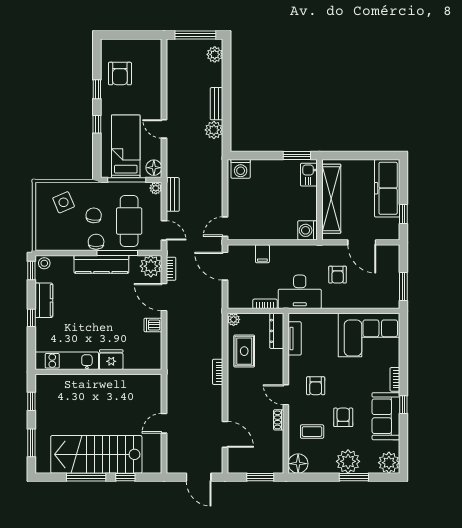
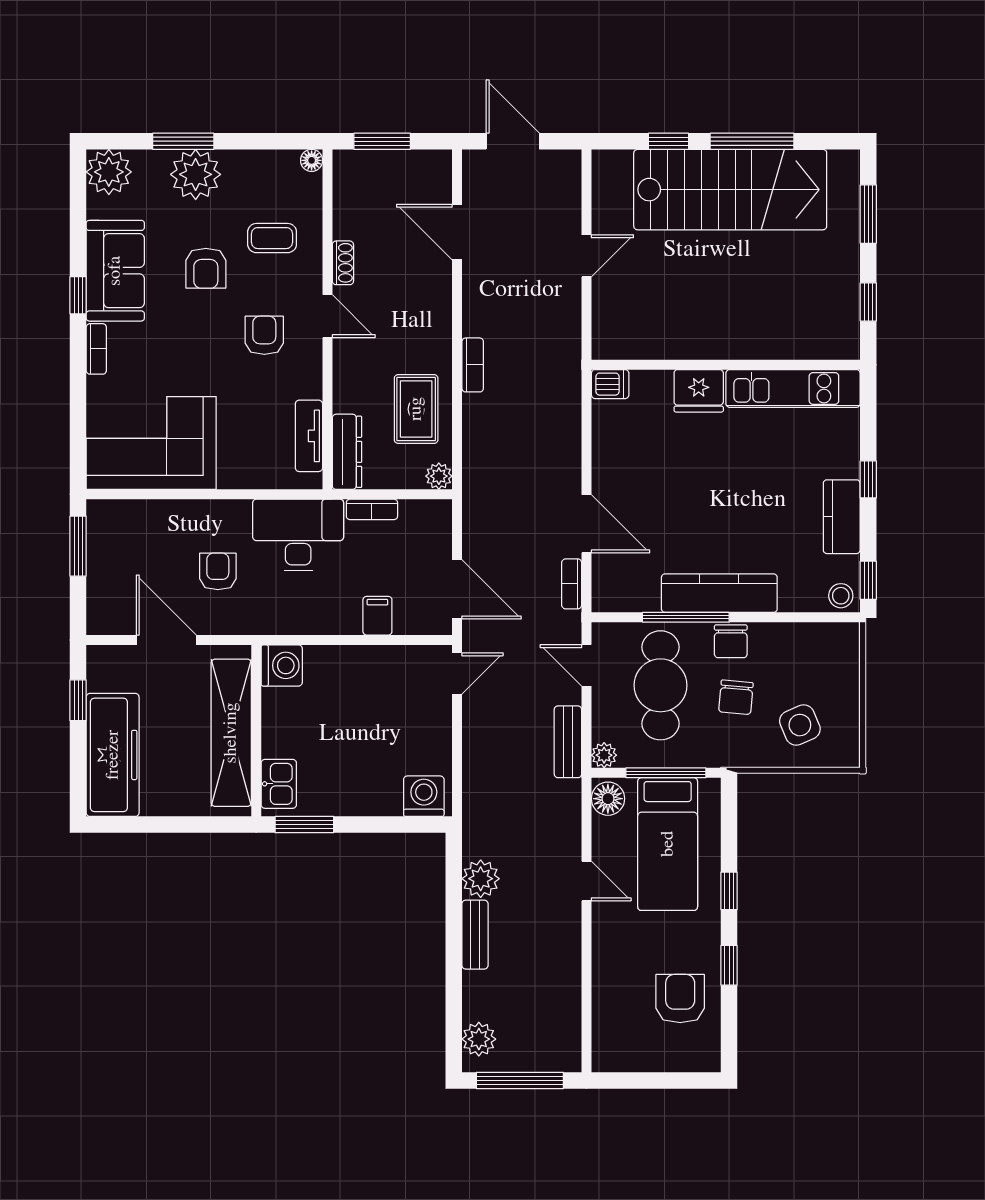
plant: (151, 266) -> (614, 589), removed
dishwasher: (153, 325) -> (610, 384), moved
floor lamp: (298, 464) -> (312, 160), width x0.53, depth x0.53

